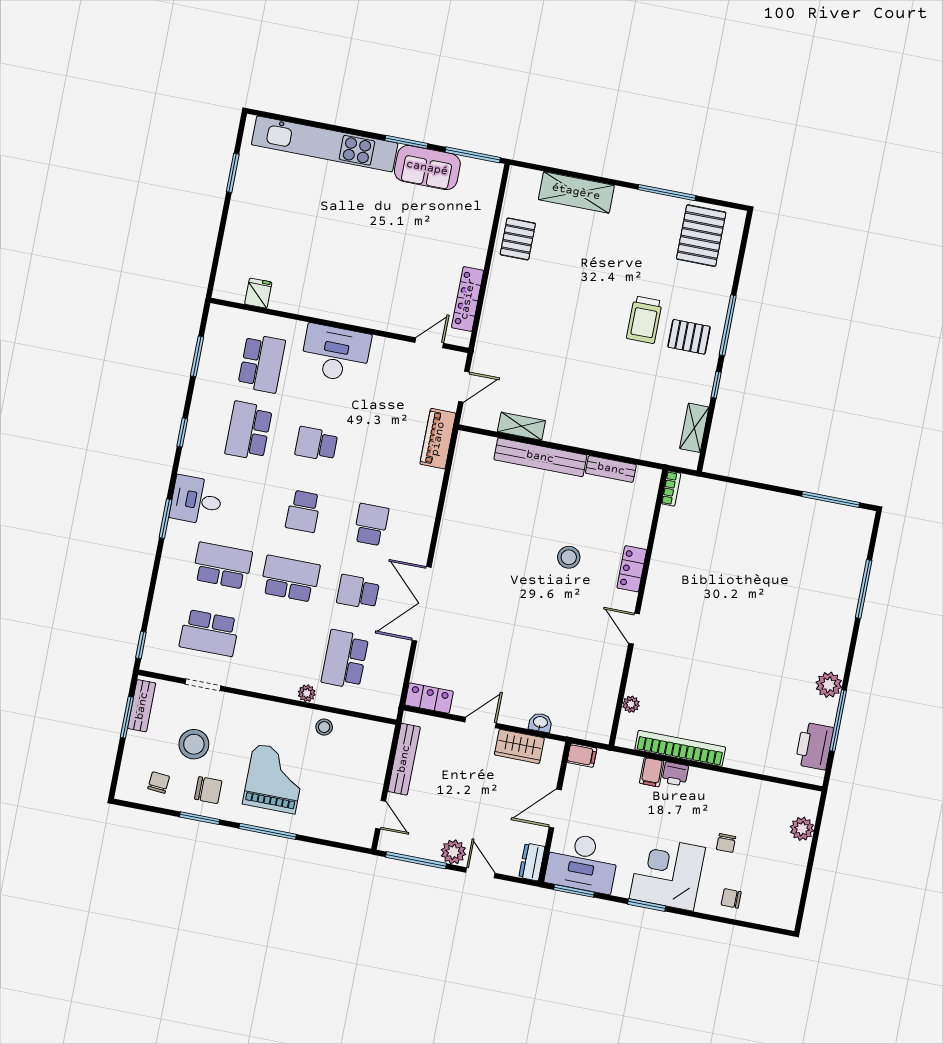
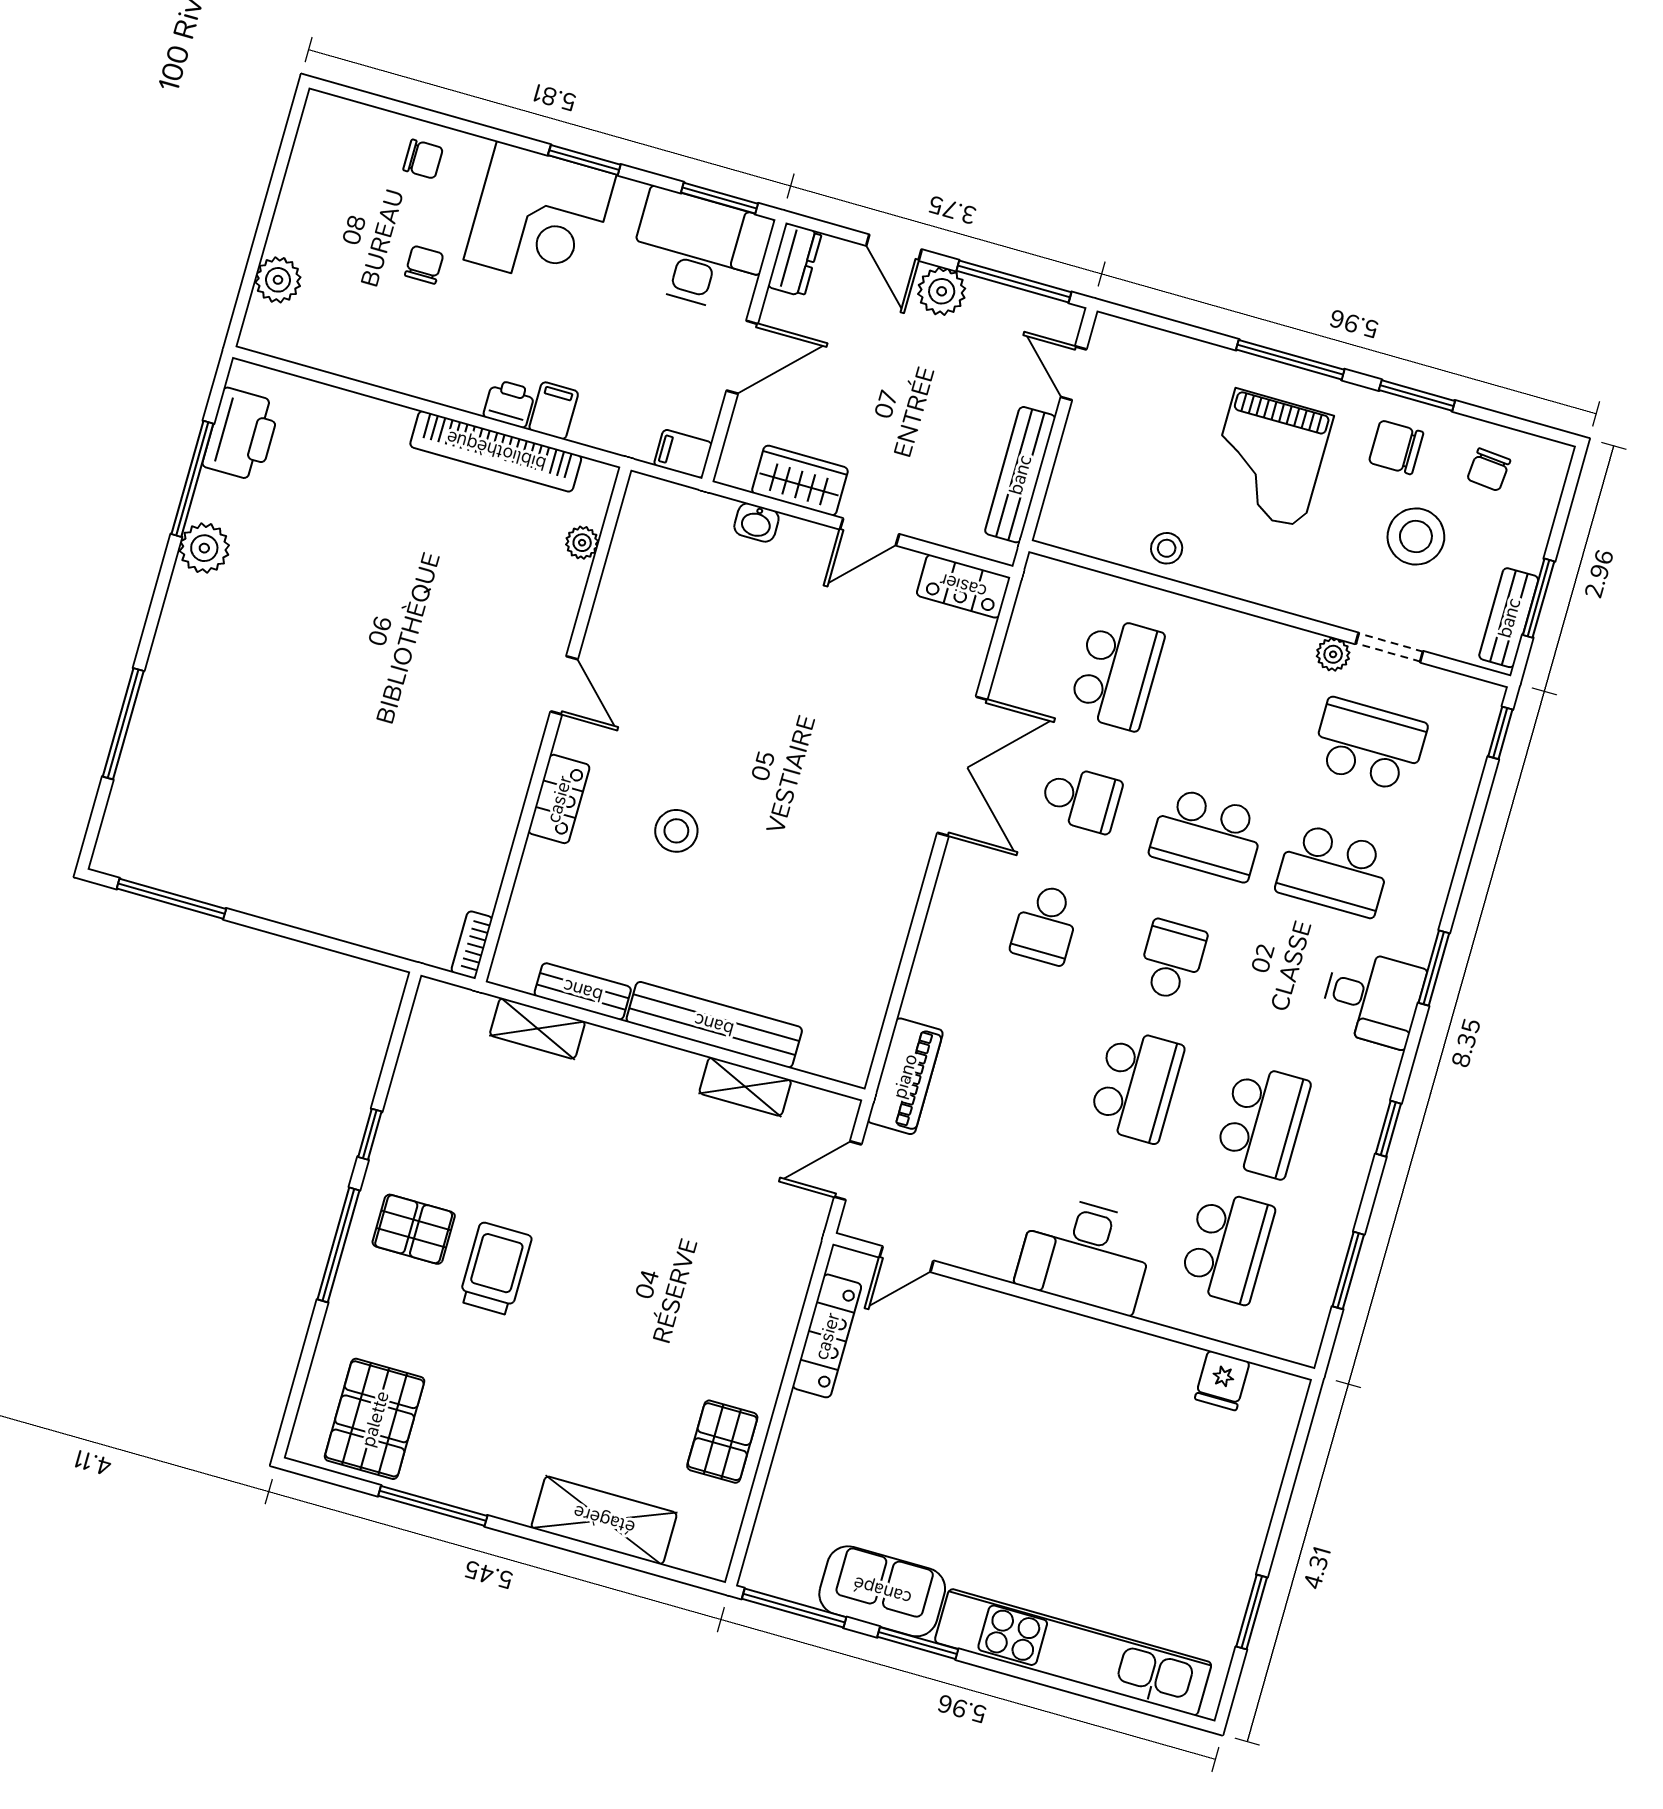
school desk: (262, 363) -> (1227, 1247), turned 180
shelving: (694, 428) -> (537, 1028), moved, turned 90
school desk: (316, 444) -> (1136, 1086), width x1.85
plant: (307, 693) -> (1333, 654), moved

